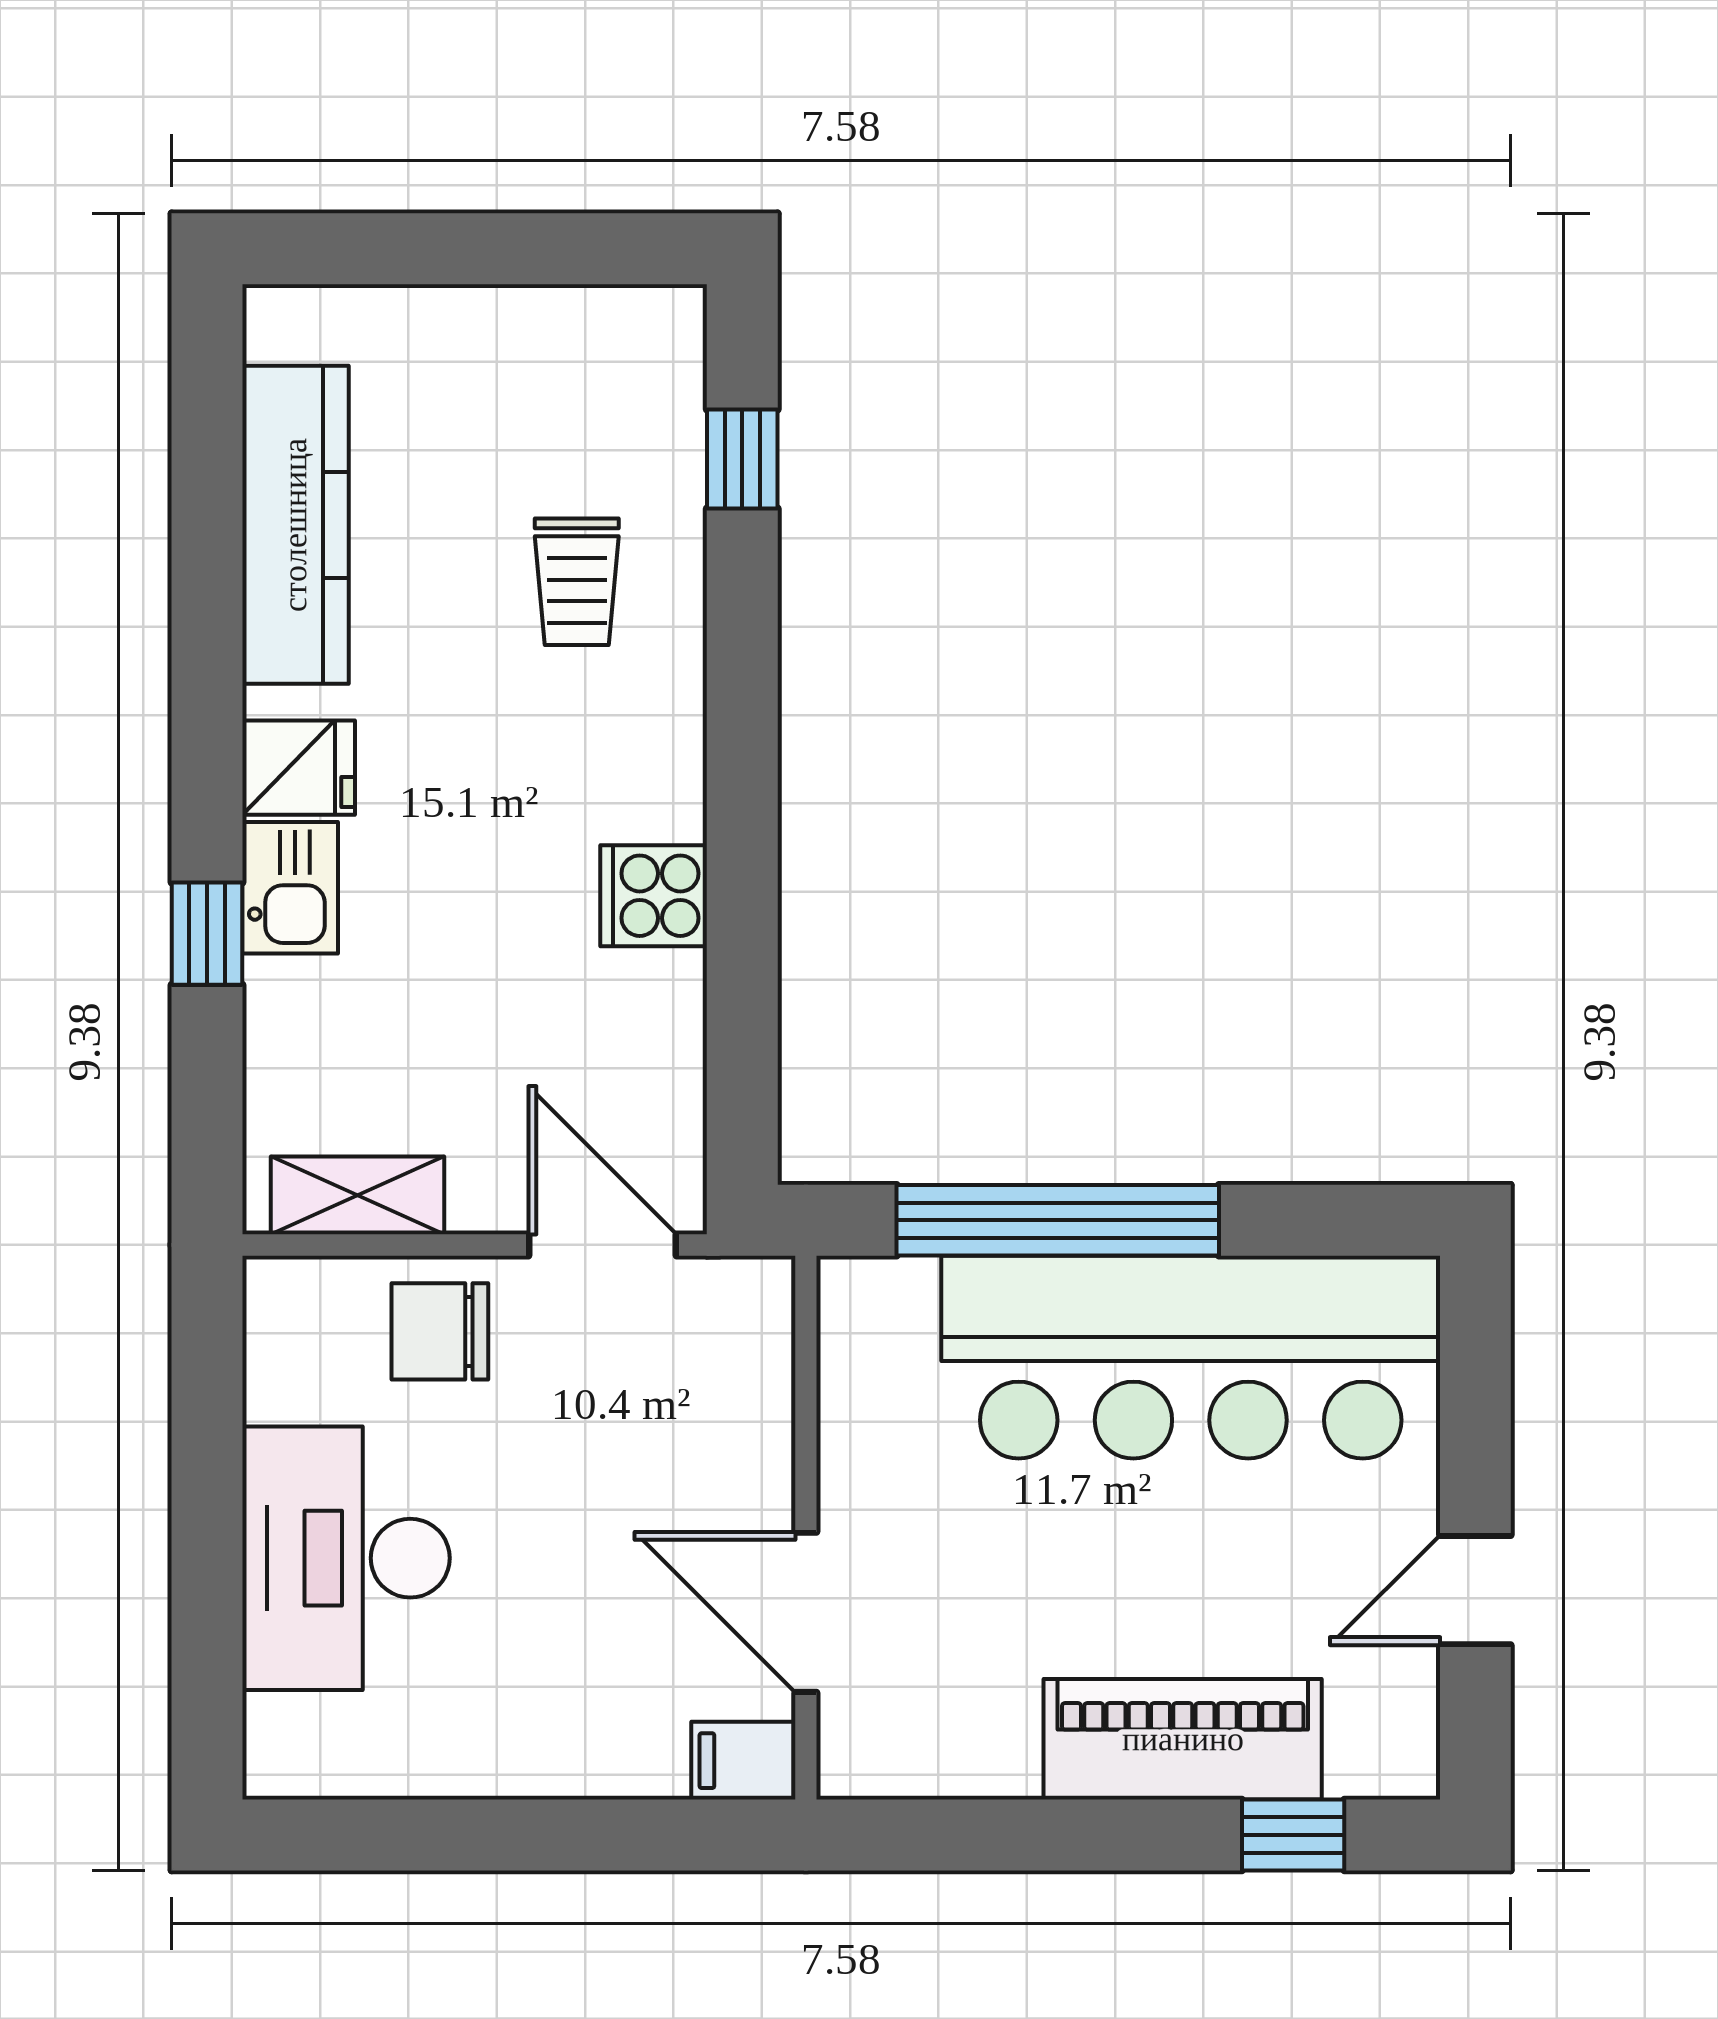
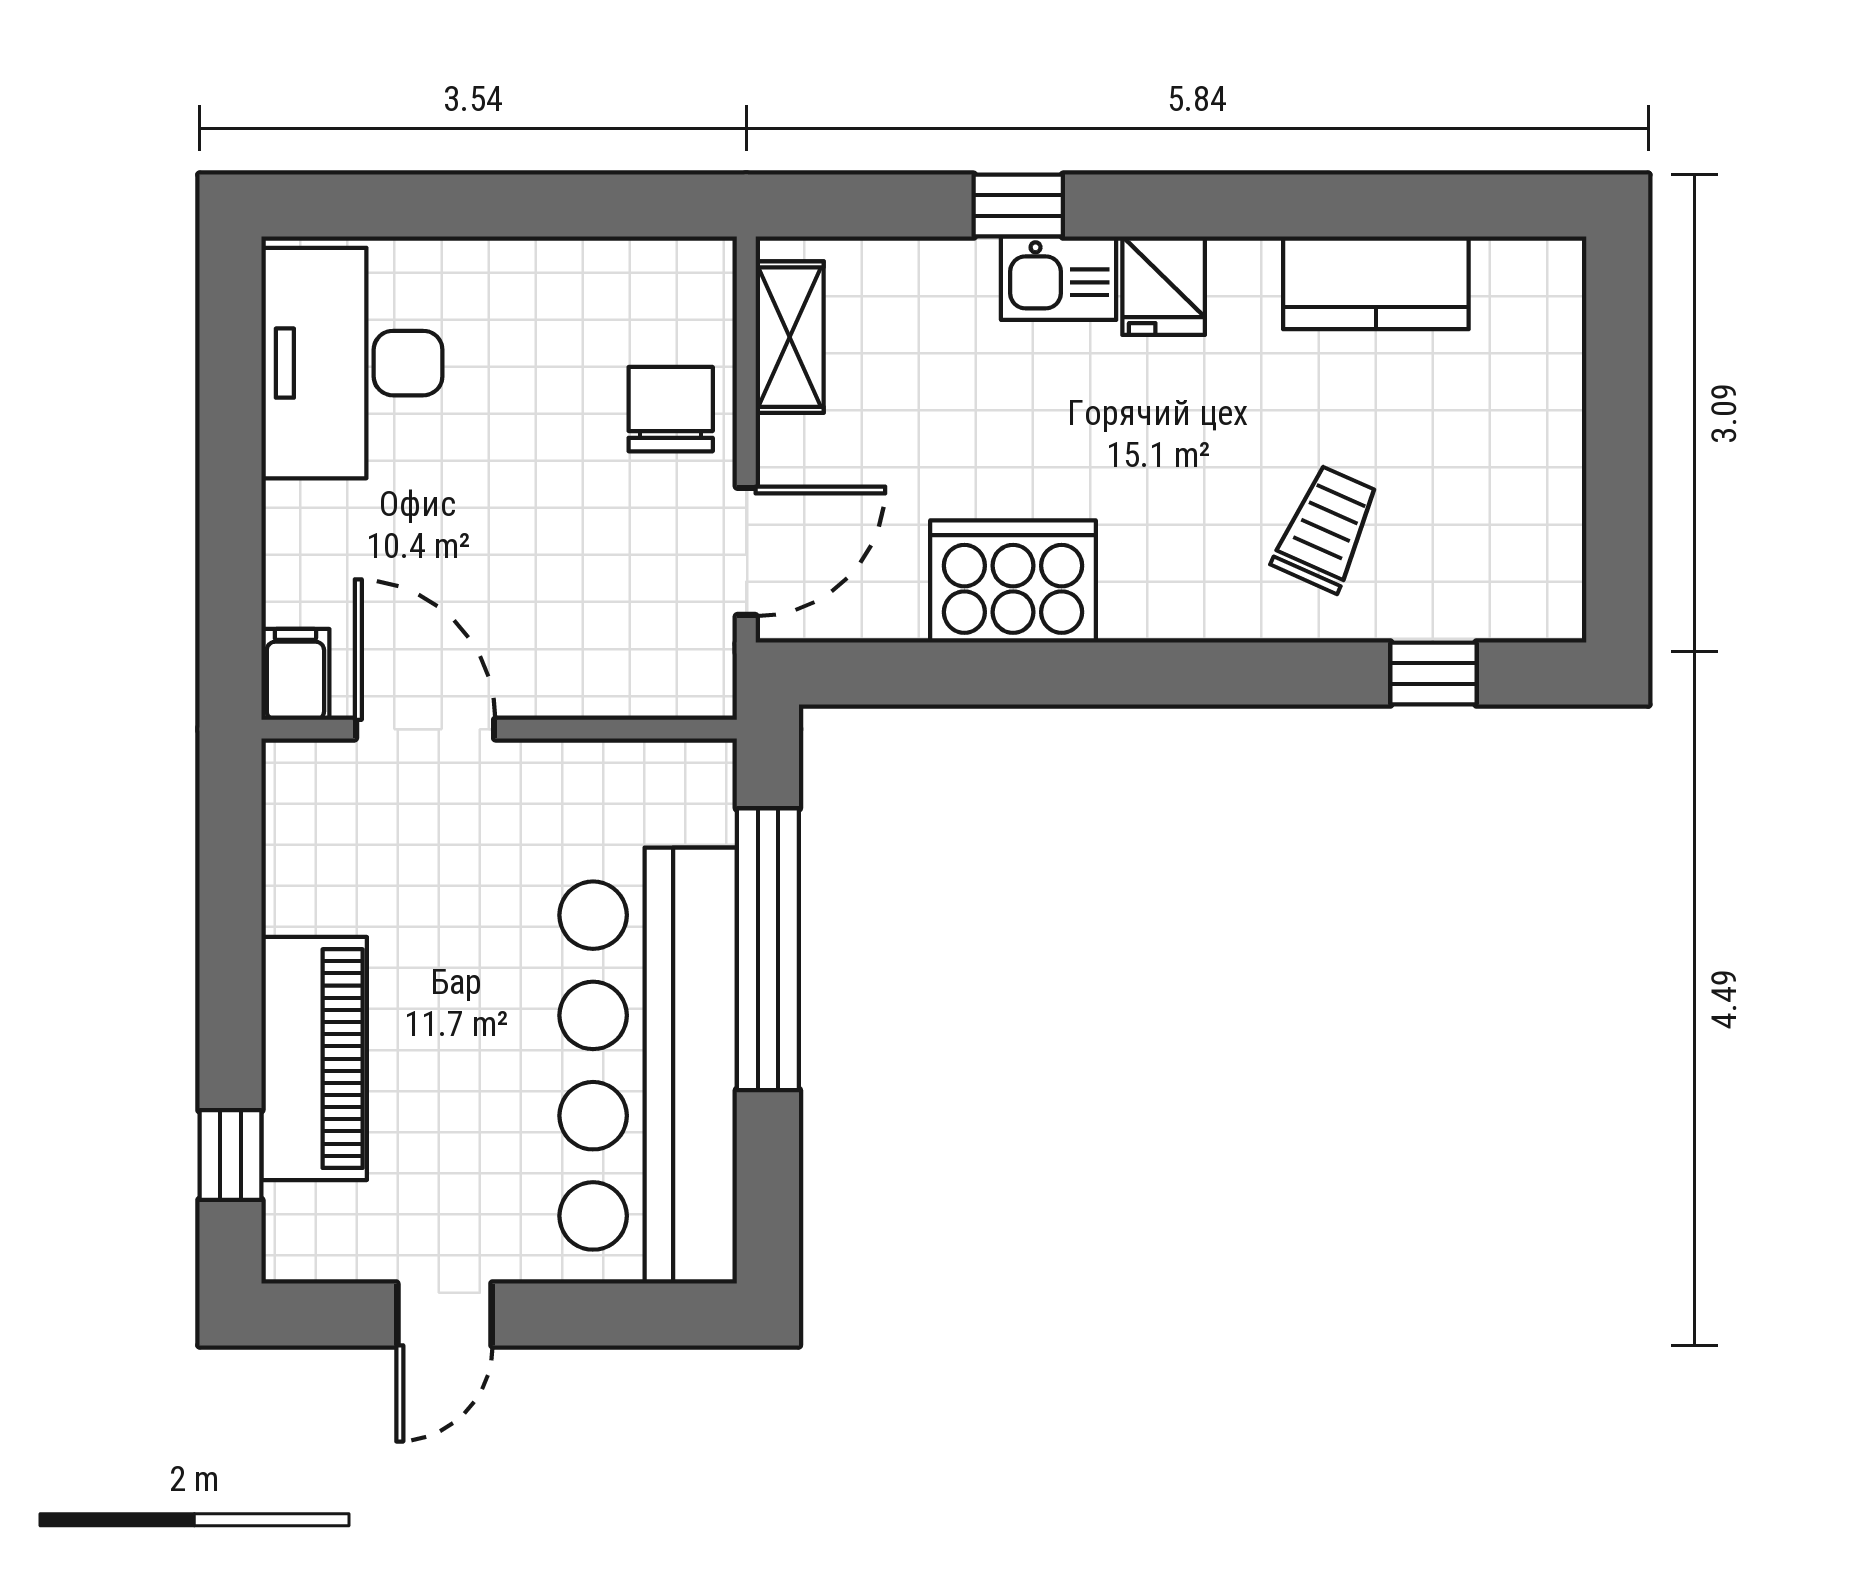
kitchen counter: (295, 525) -> (1376, 283), width x0.67
trolley: (577, 582) -> (1326, 529), turned 114
cooker: (654, 896) -> (1013, 581), width x1.87, depth x1.31
desk: (346, 1558) -> (352, 363), moved, turned -90
door: (1475, 1590) -> (444, 1314), swing flipped
door: (806, 1612) -> (425, 729), hinge flipped

